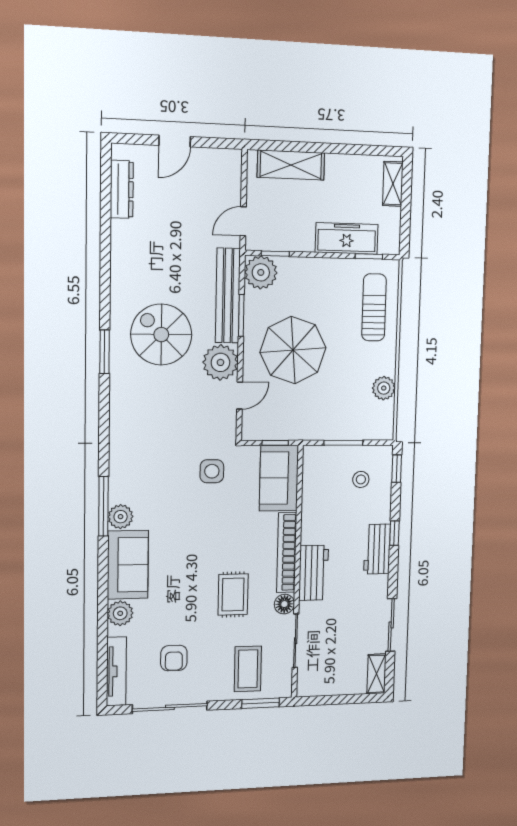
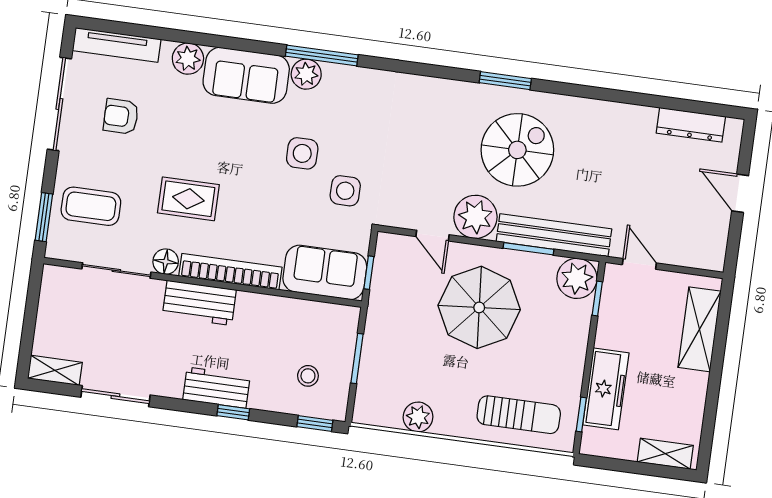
side table: (186, 510) -> (302, 153), added

